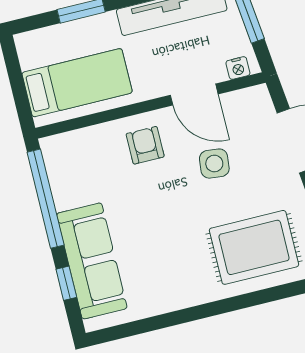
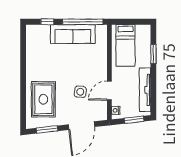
armchair: (145, 145) -> (94, 66), removed
sofa: (92, 261) -> (73, 34), moved

